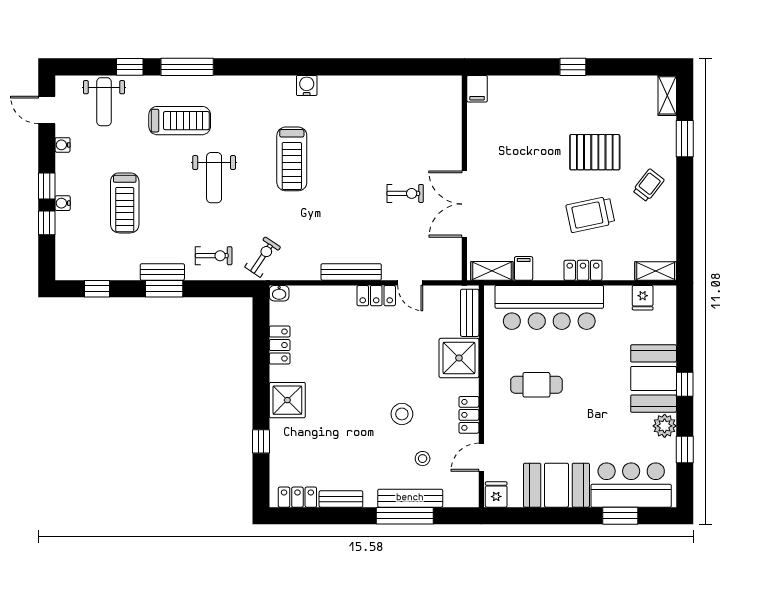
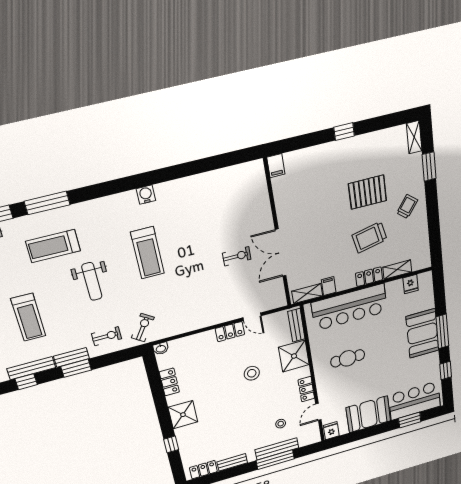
treadmill: (180, 121) -> (53, 246), turned 180
shelving: (656, 271) -> (397, 270), moved
bench: (351, 272) -> (31, 368), moved
window: (685, 384) -> (442, 331), width x2.17
stool: (402, 414) -> (252, 373), moved
plant: (665, 426) -> (432, 360), removed

